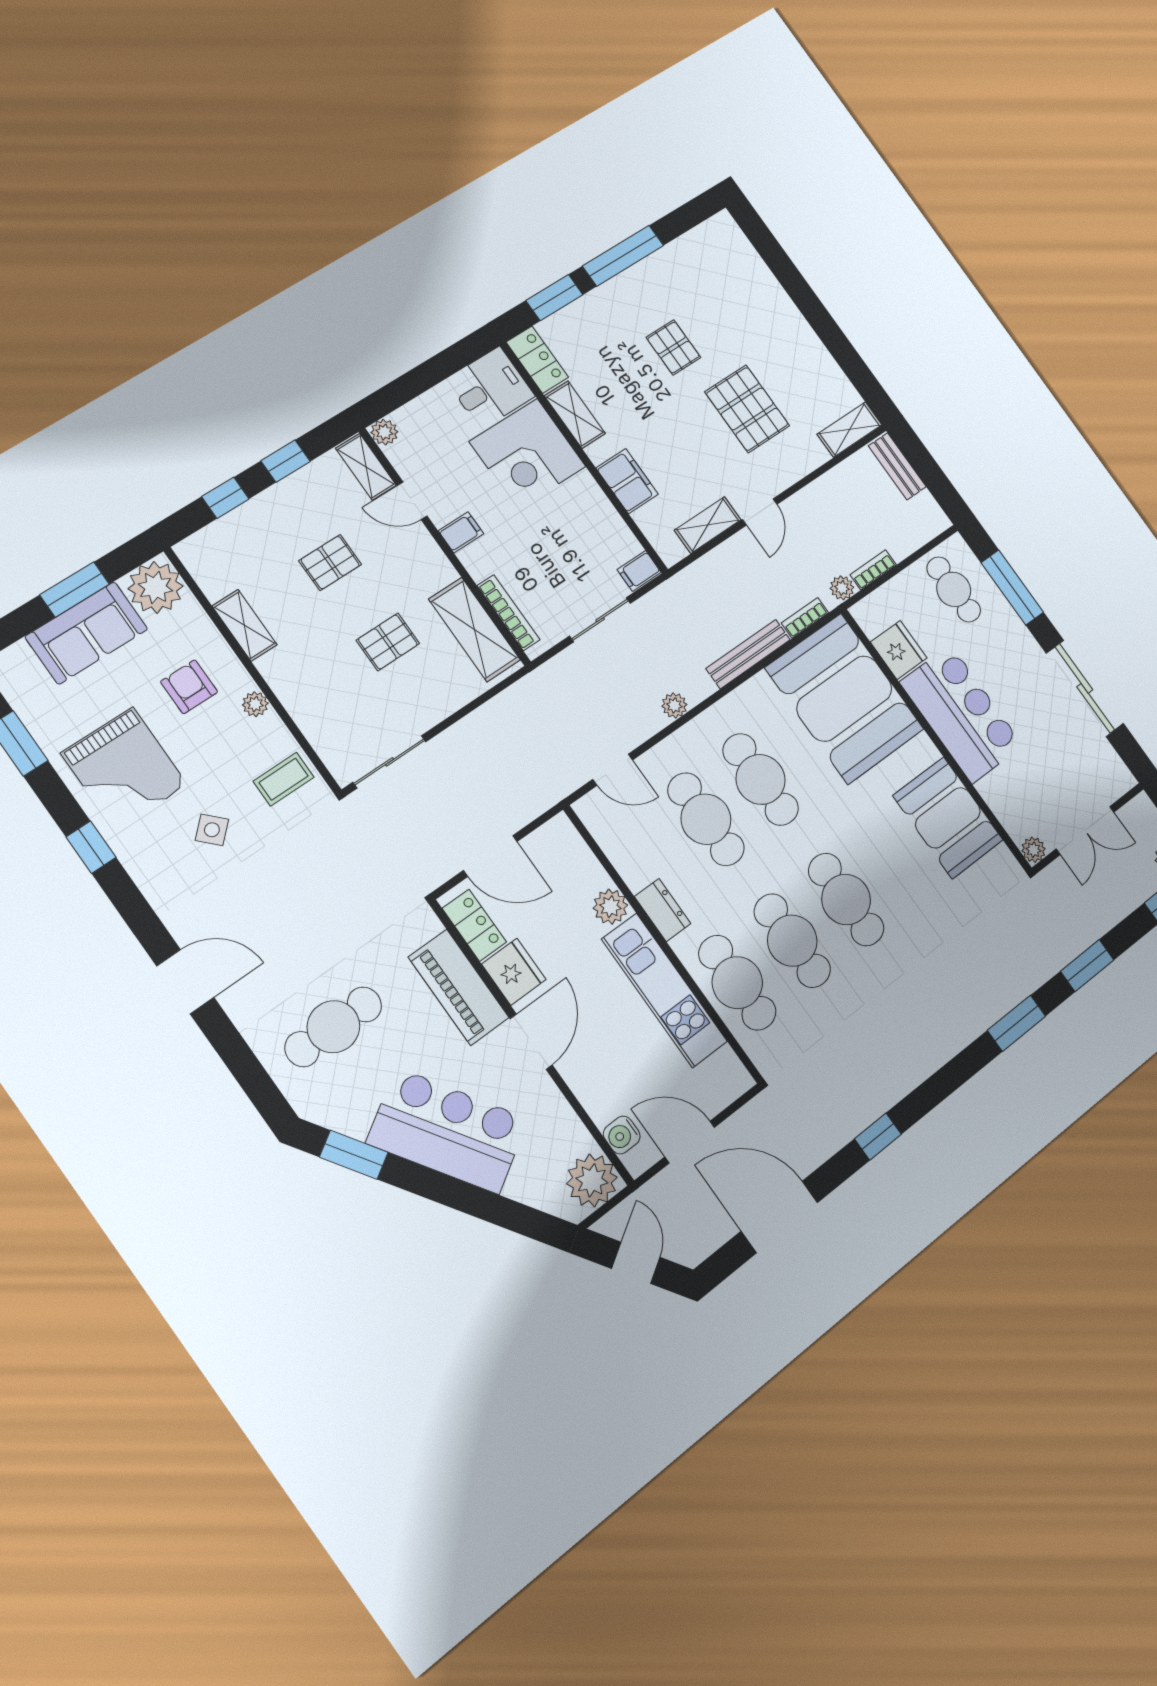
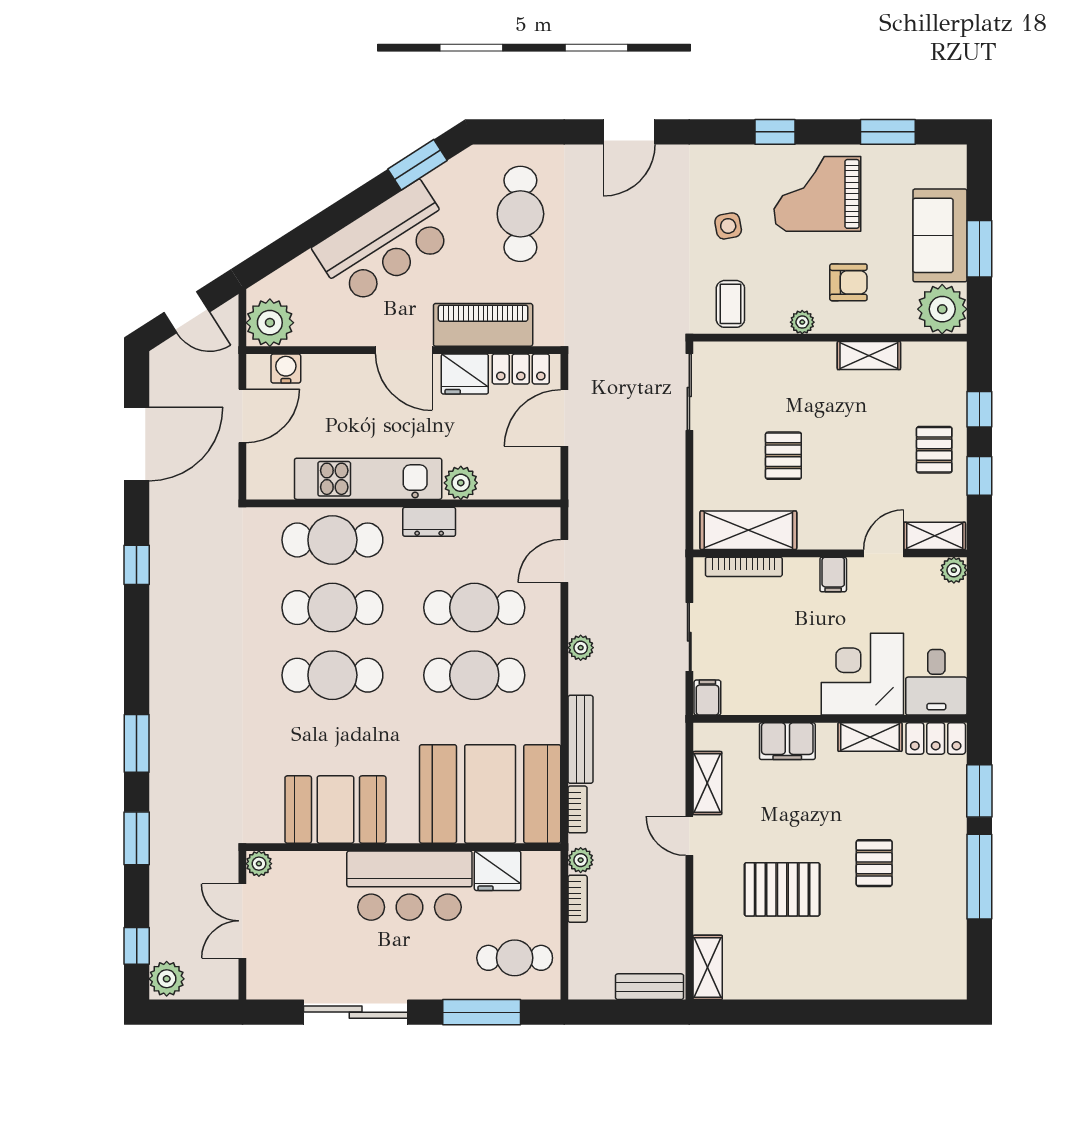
pallet: (673, 347) -> (874, 863), turned 90
pallet: (330, 563) -> (934, 450), moved
side table: (212, 830) -> (728, 226), turned 34

